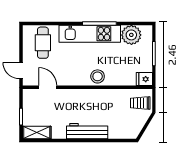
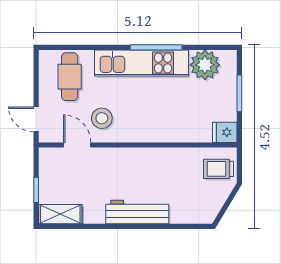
stool: (98, 76) -> (102, 118), moved

